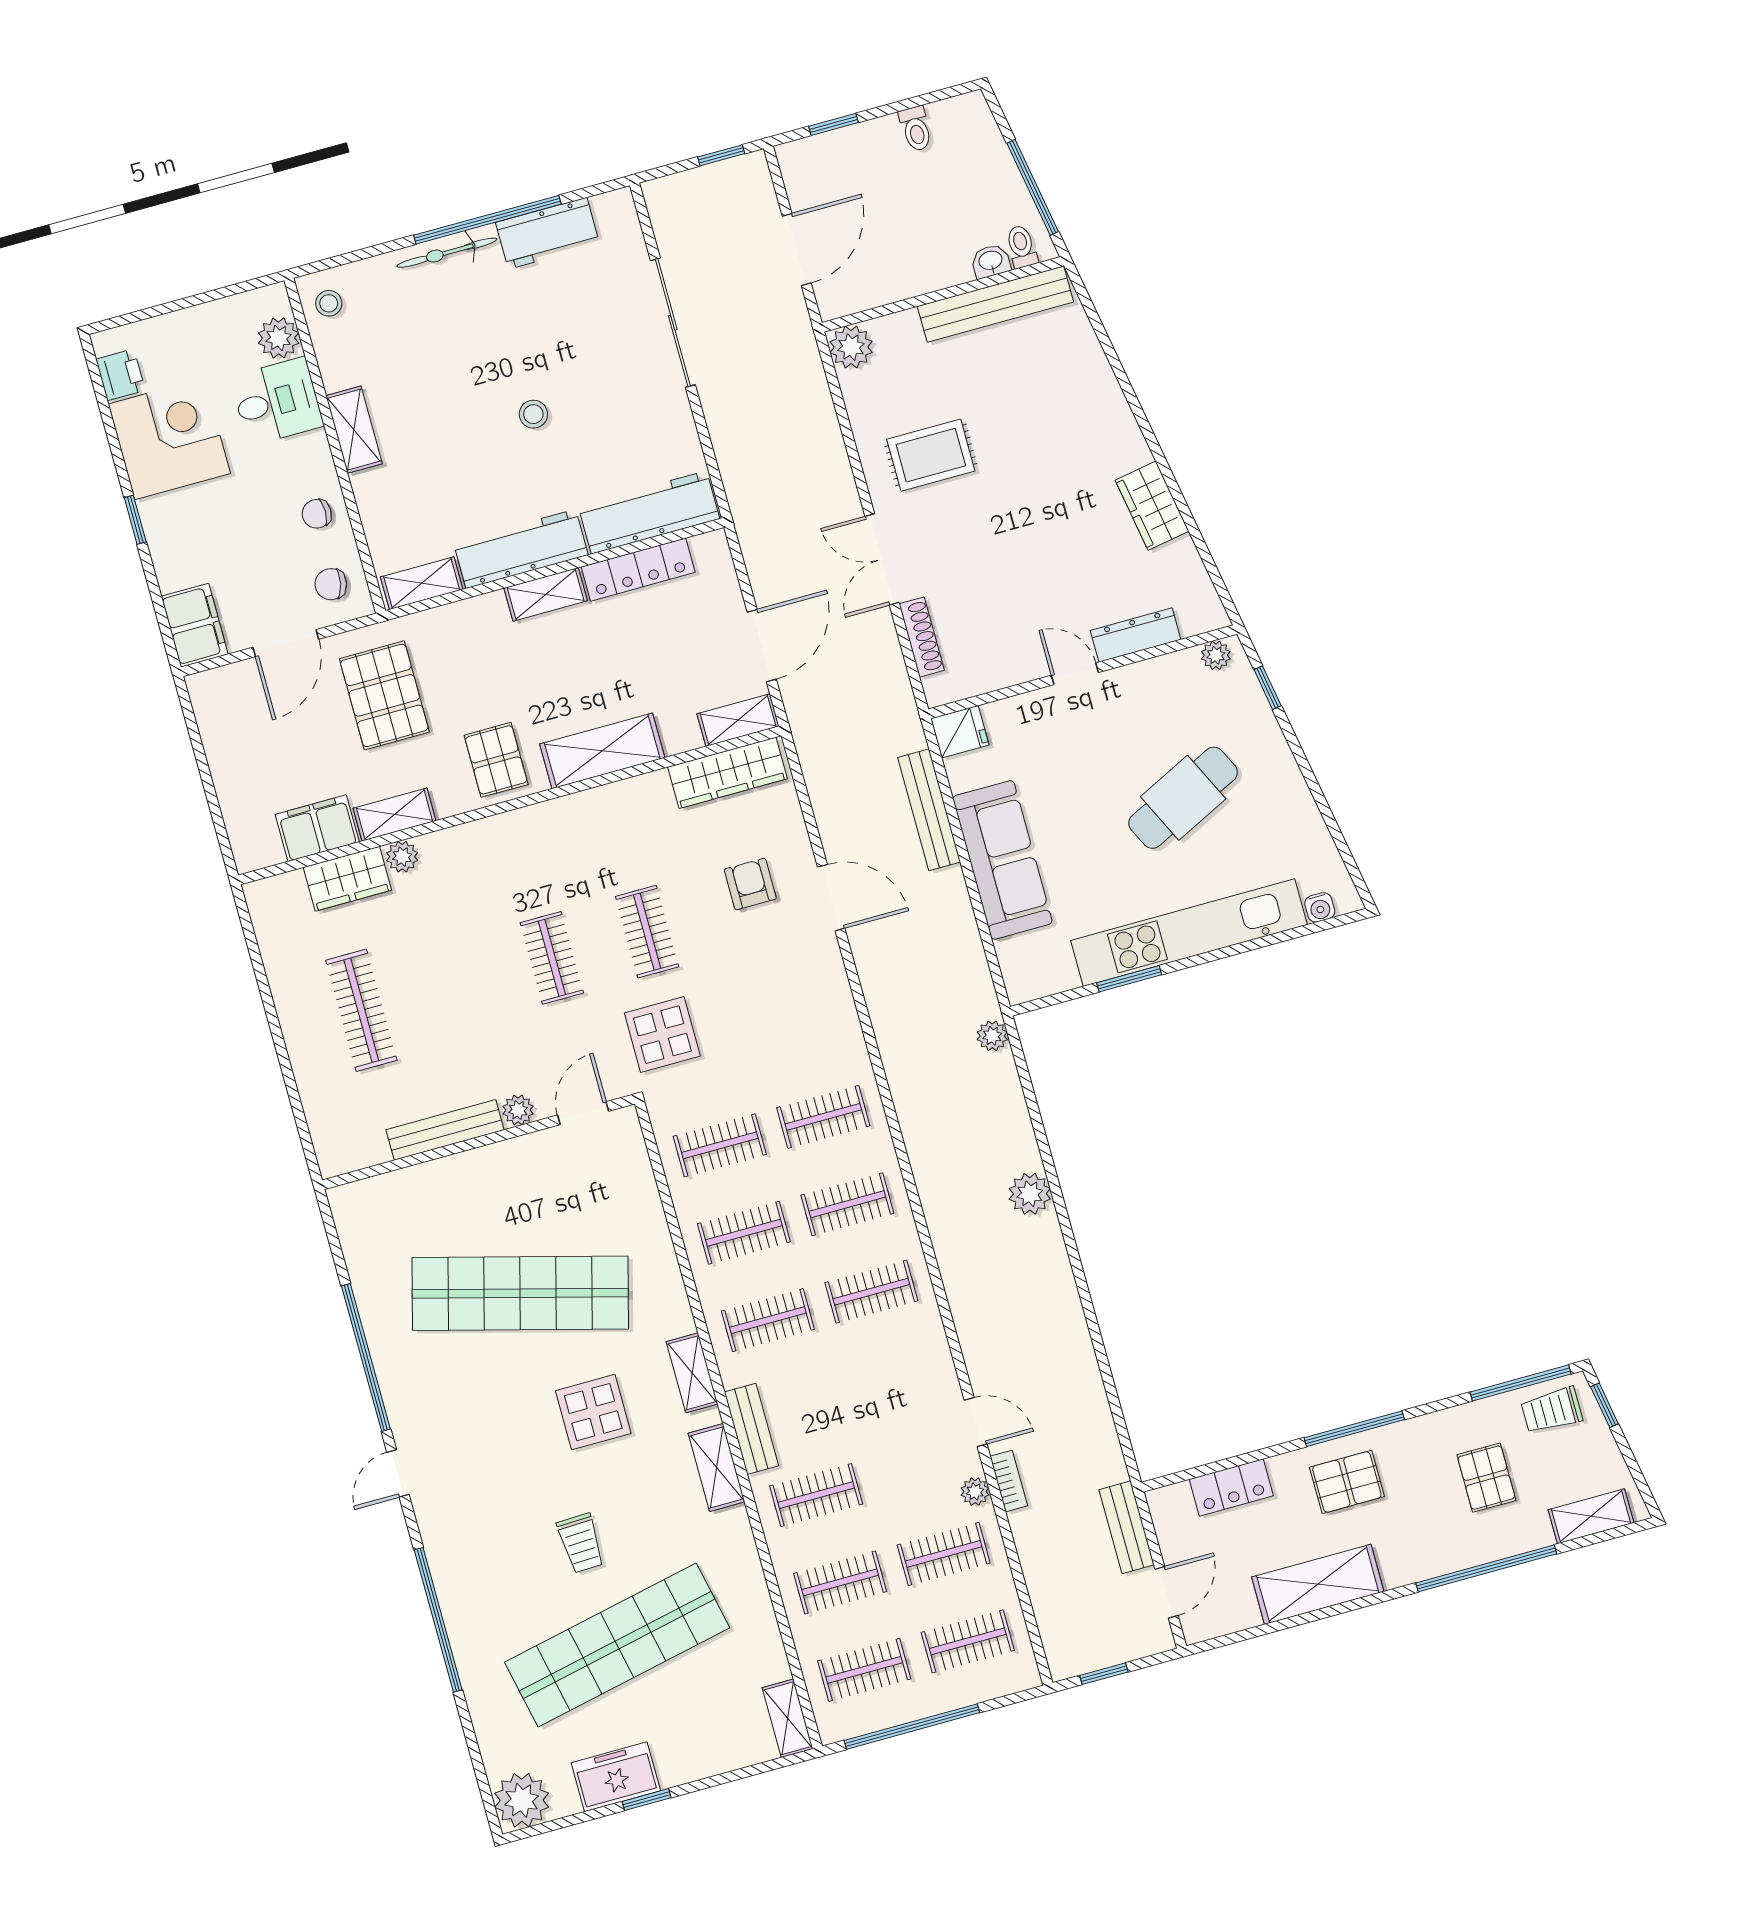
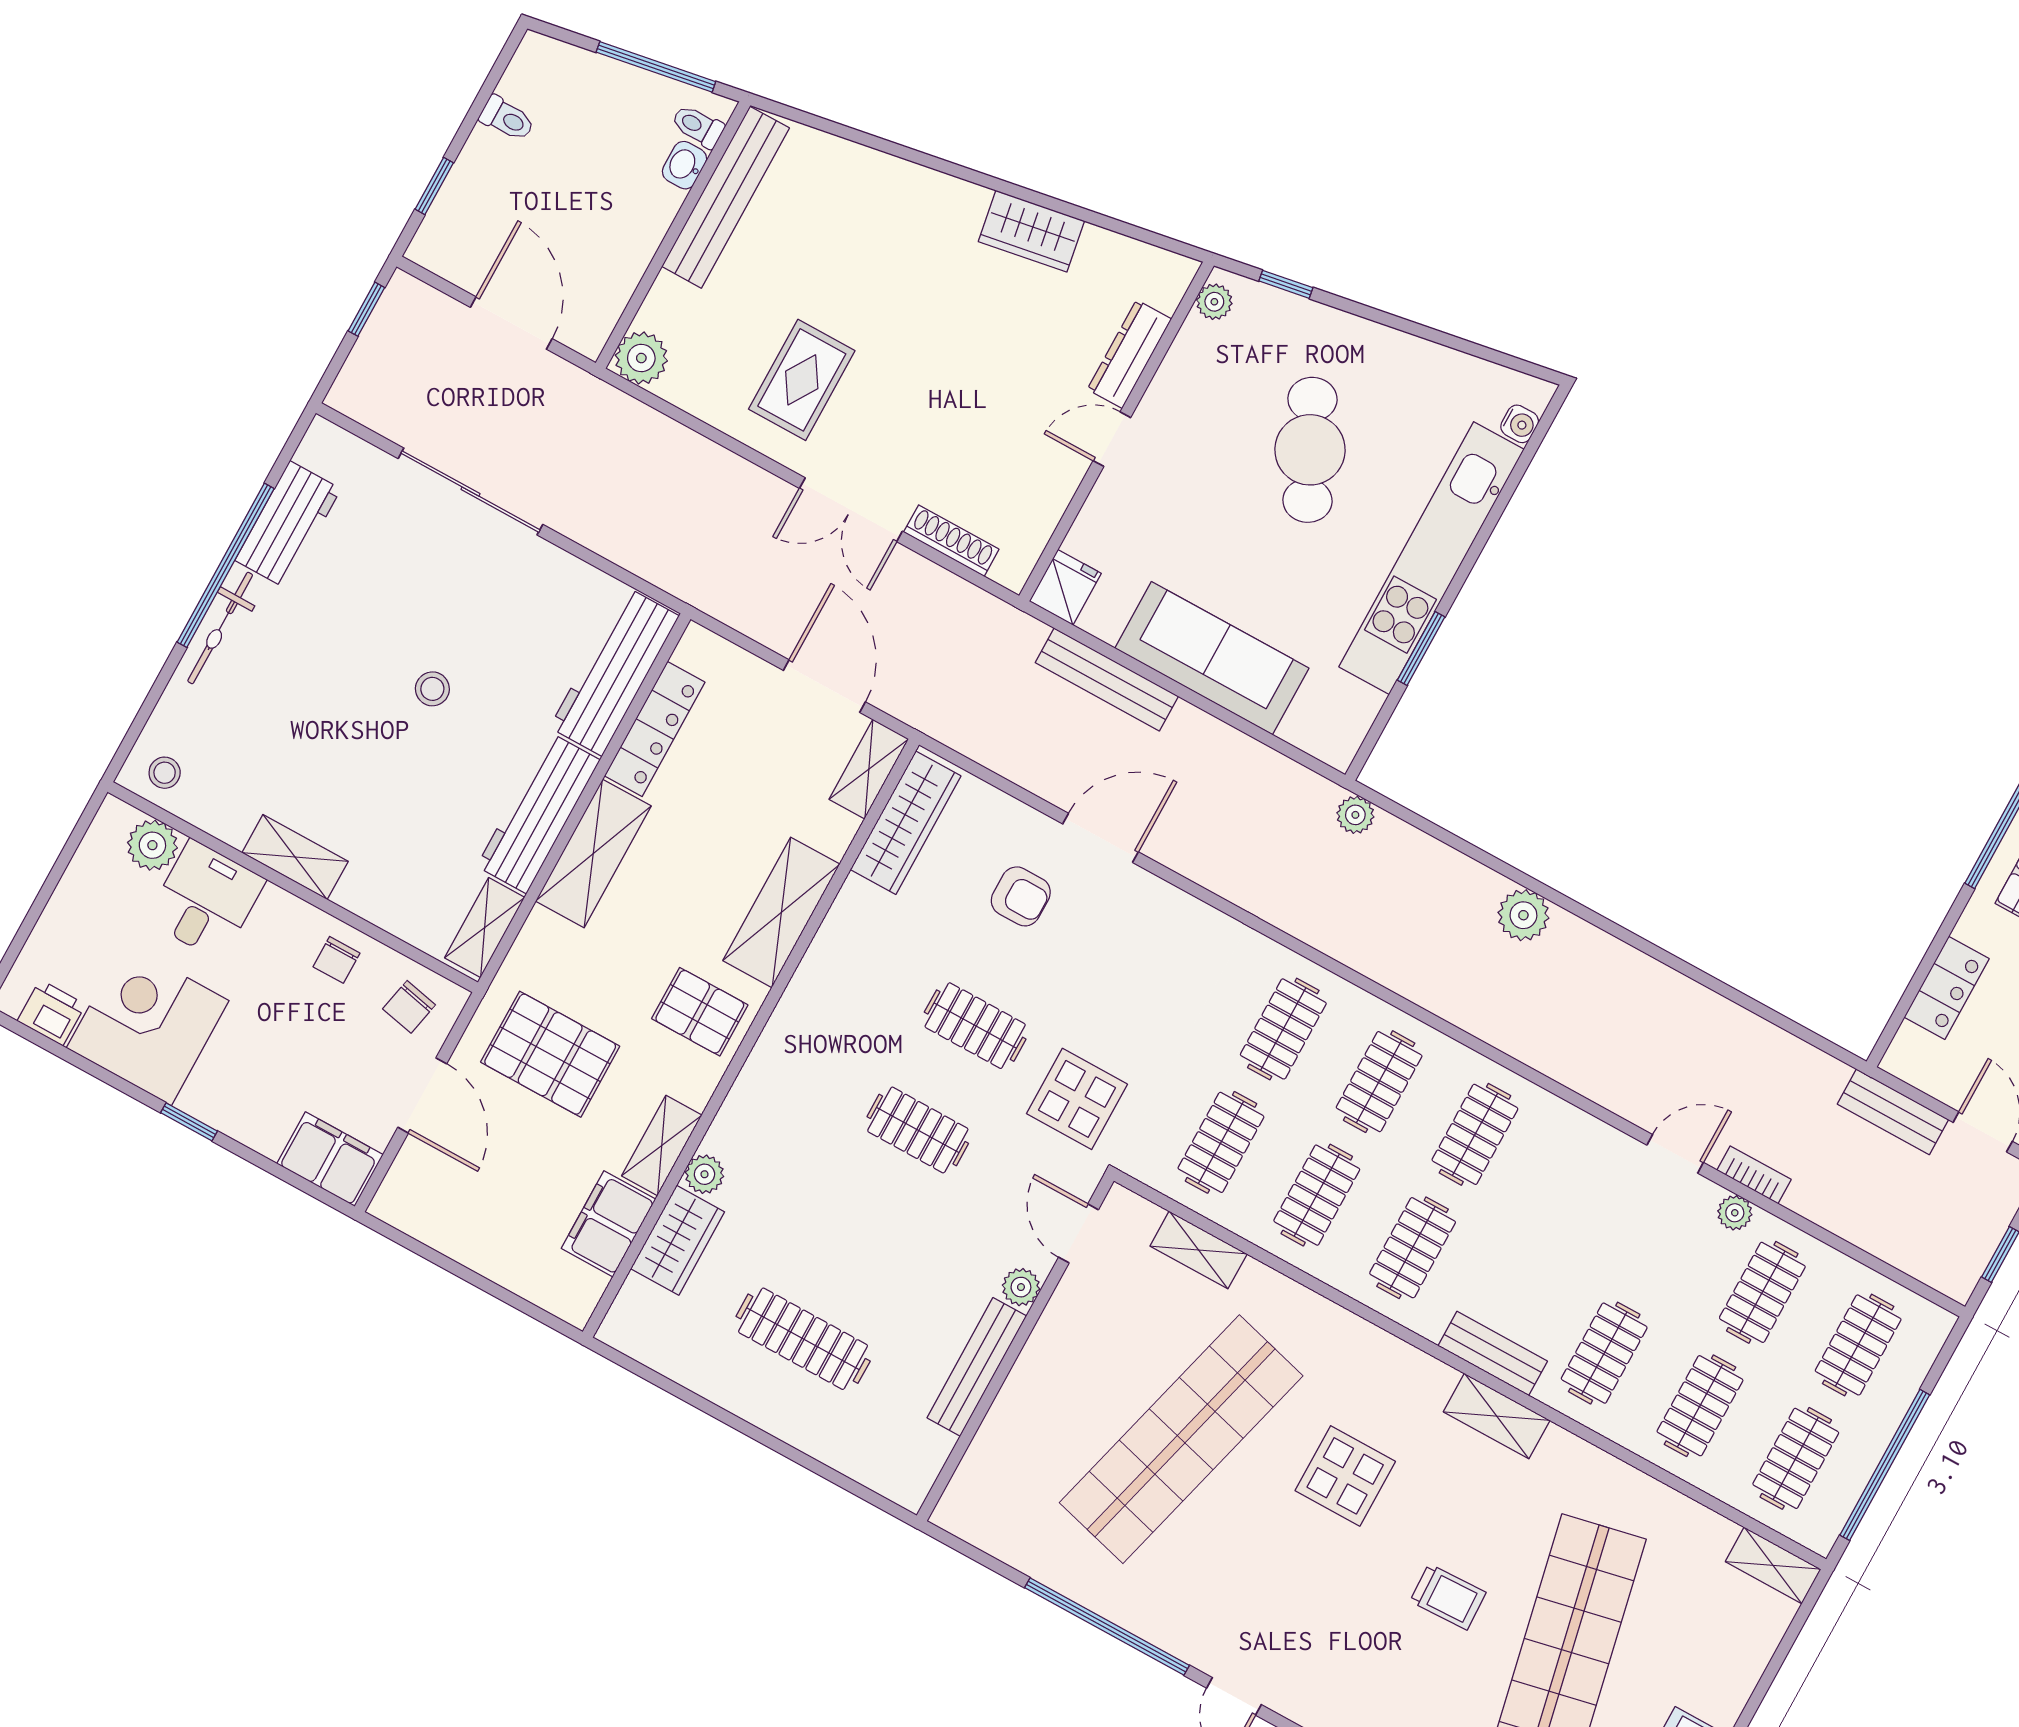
shelving: (546, 594) -> (593, 854), width x1.50, depth x1.33
armchair: (750, 884) -> (1021, 896), turned 180
shelving: (692, 1373) -> (1199, 1250), moved

